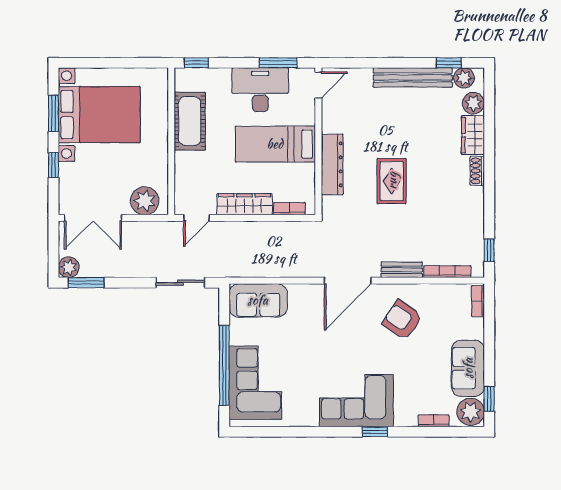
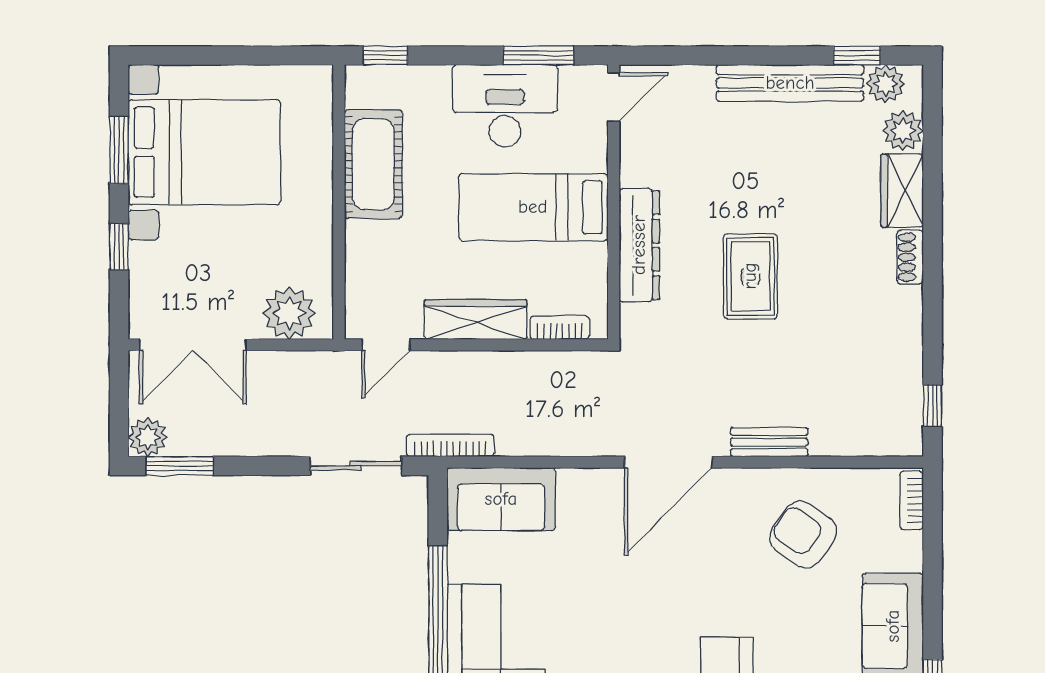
bookcase: (447, 272) -> (450, 446), moved
armchair: (402, 320) -> (803, 535), moved

